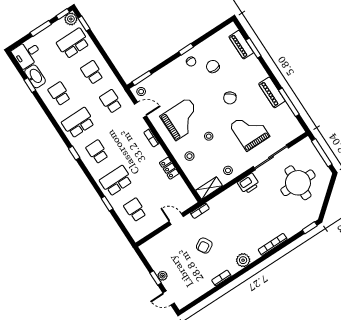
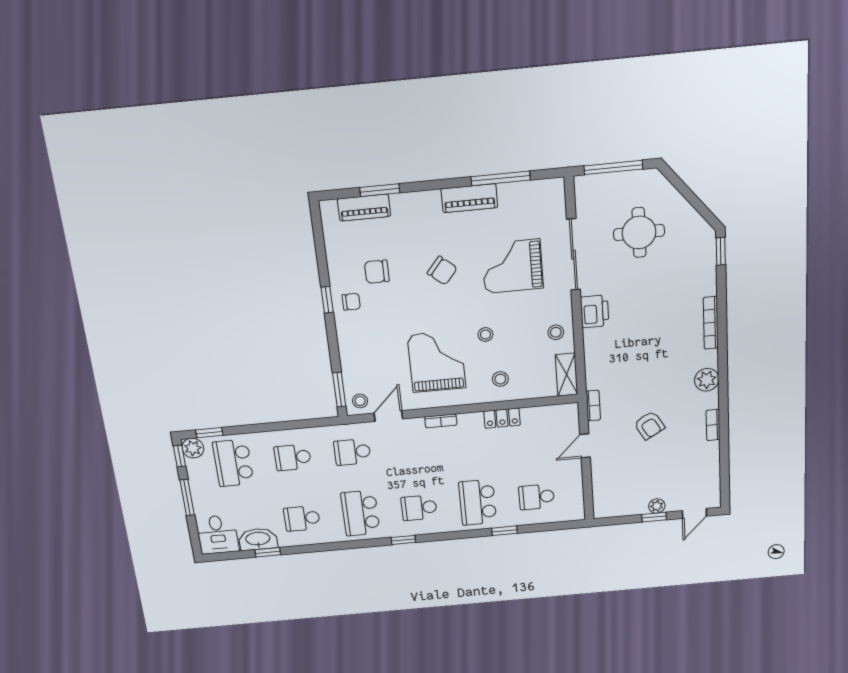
round table: (298, 183) -> (639, 233), width x0.73, depth x0.73

